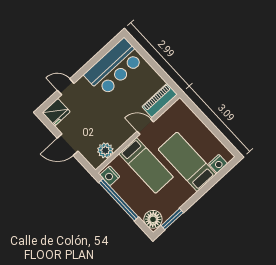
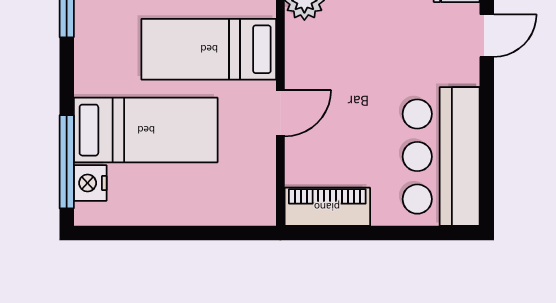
piano: (160, 101) -> (327, 207), moved, turned -90
window: (218, 176) -> (67, 162), added

